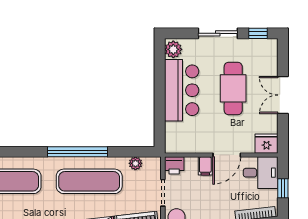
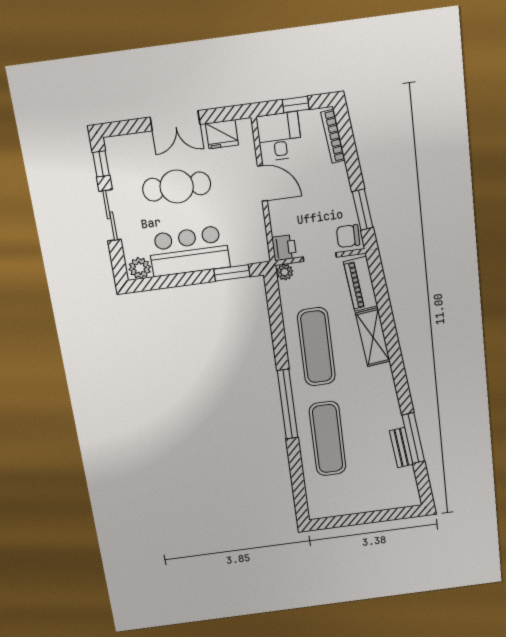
window: (160, 121) -> (232, 273), added
fridge: (267, 144) -> (222, 134), moved, turned -90
window: (78, 152) -> (288, 404), moved
plant: (135, 163) -> (285, 272), moved
filing cabinet: (205, 166) -> (280, 209), removed

